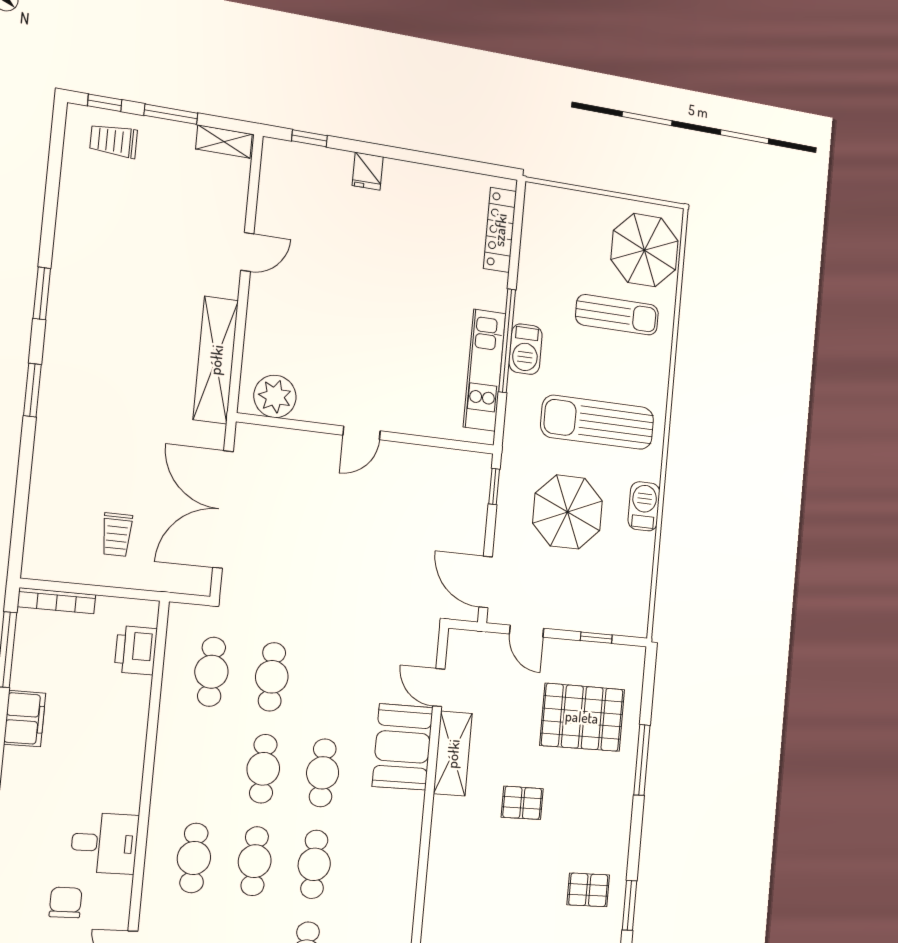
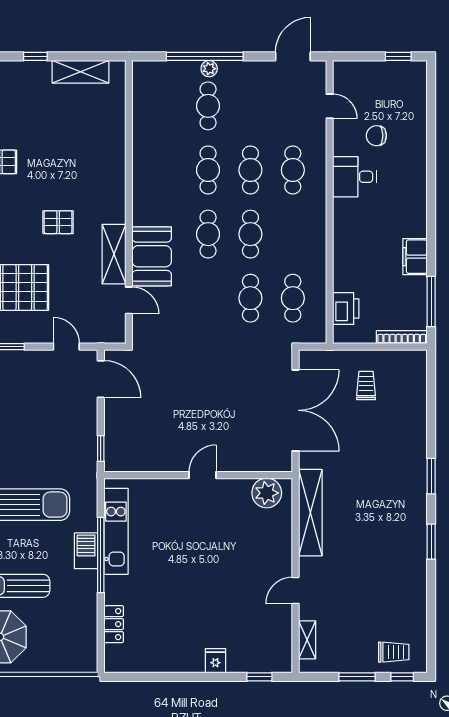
shelving: (224, 142) -> (307, 640), moved, turned 90
locker: (500, 230) -> (114, 624), width x0.66
parasol: (568, 512) -> (43, 436), removed
chair: (66, 902) -> (376, 136), turned 90

